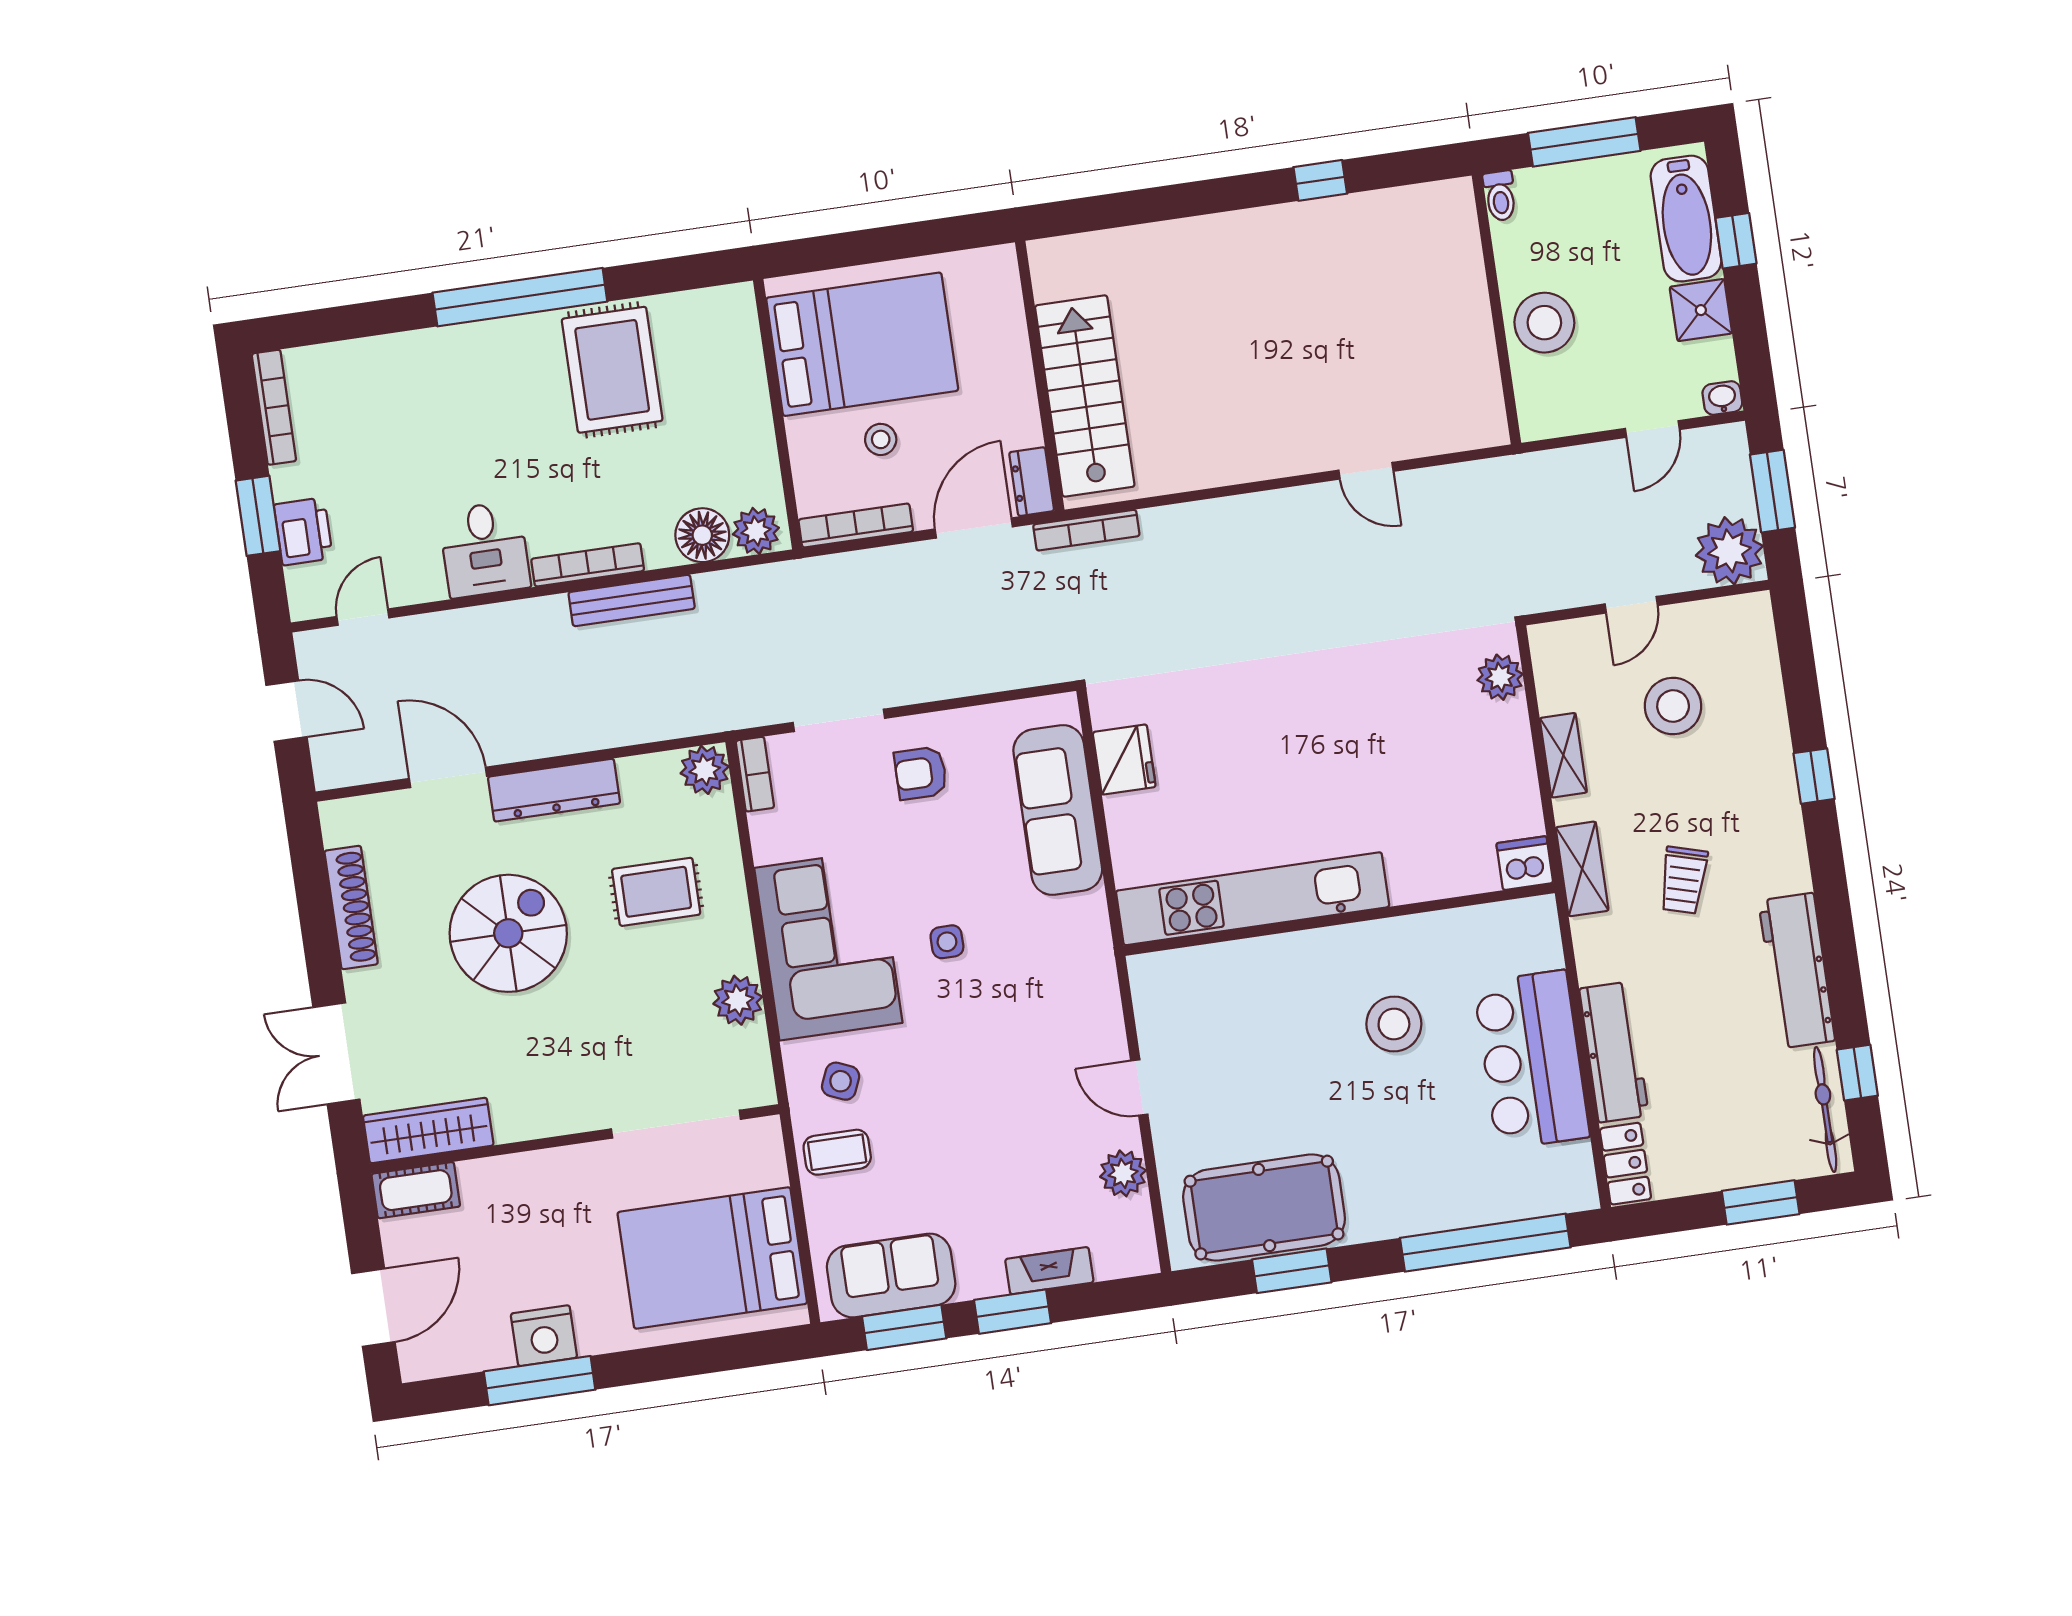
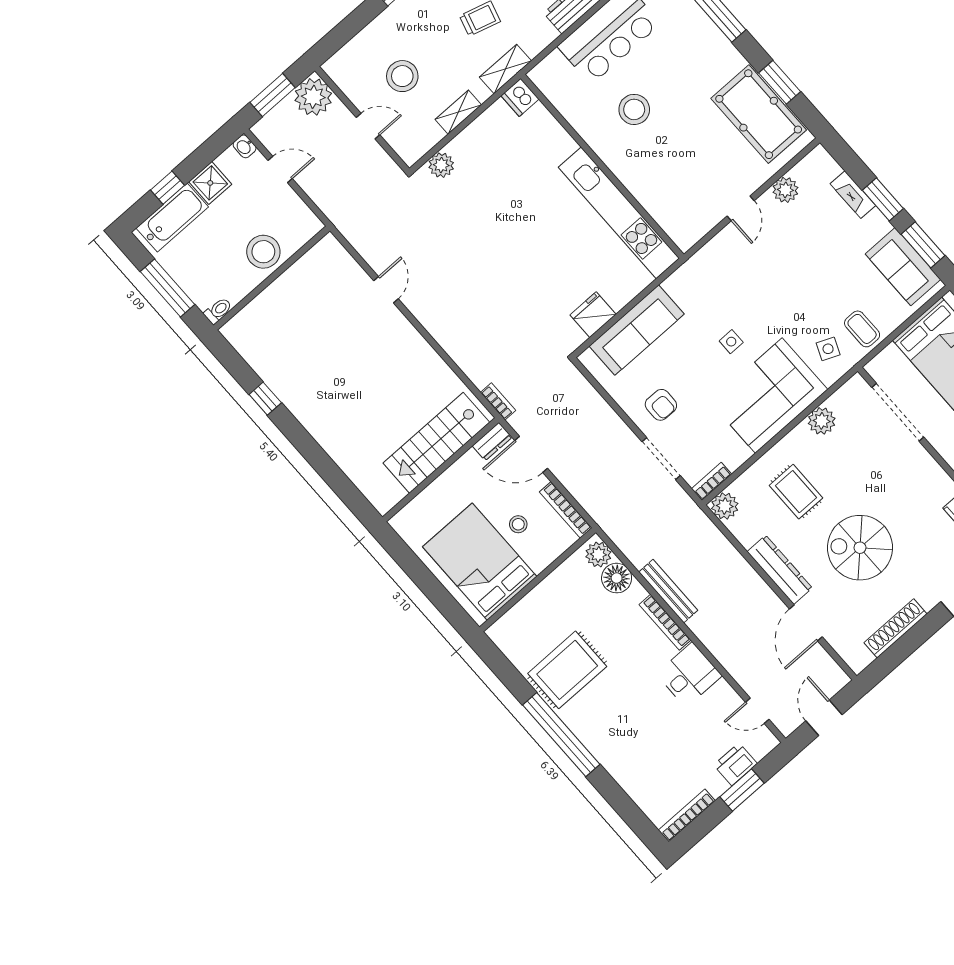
bookcase: (1086, 530) -> (498, 401), width x0.64

